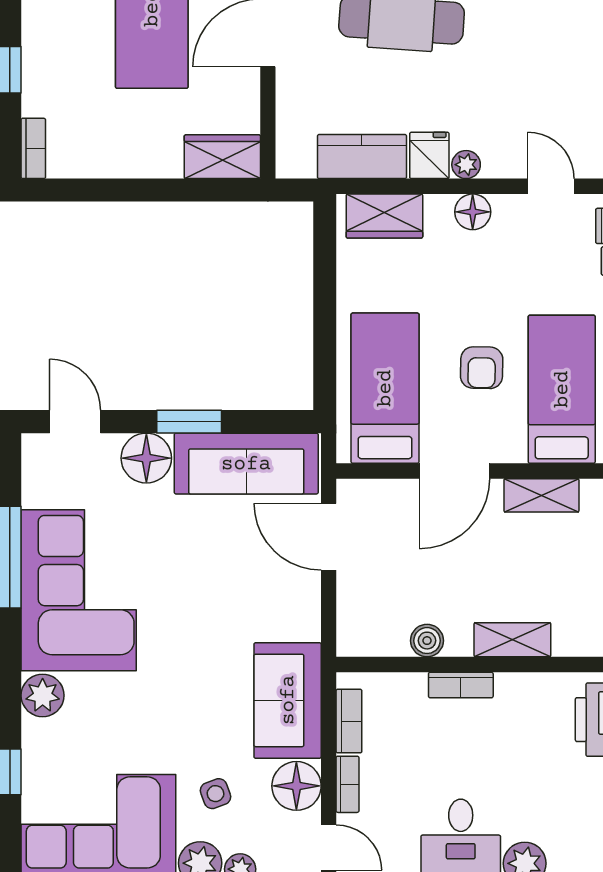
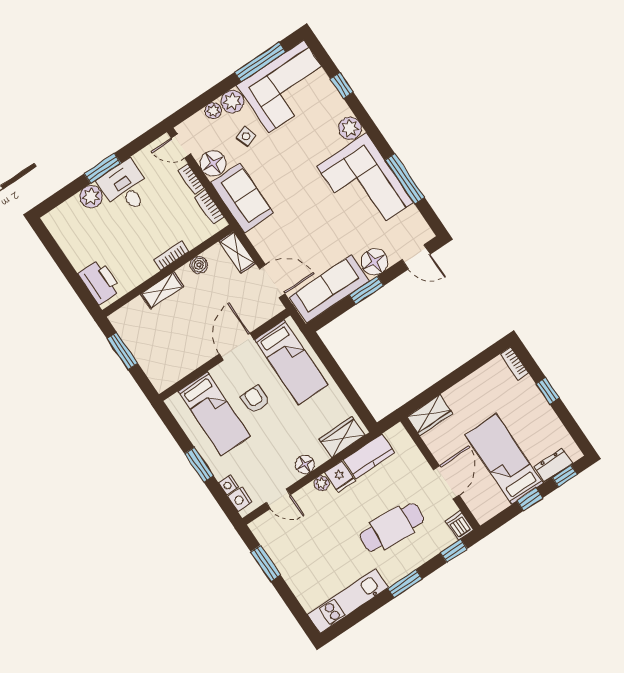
shelving: (541, 495) -> (237, 252), moved, turned 90

